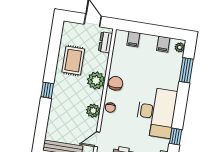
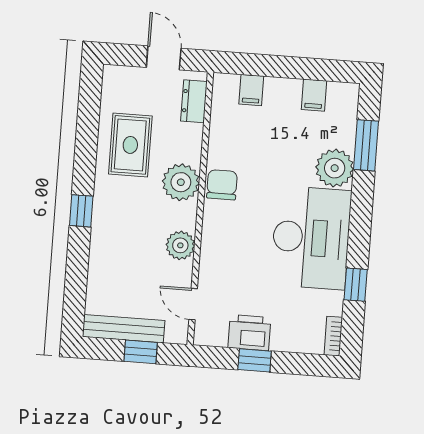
plant: (180, 47) -> (335, 168), moved, width x1.88, depth x1.88
chair: (110, 108) -> (215, 236), removed
door: (97, 139) -> (193, 304), hinge flipped

